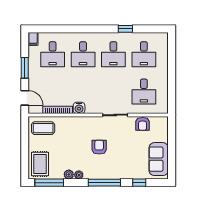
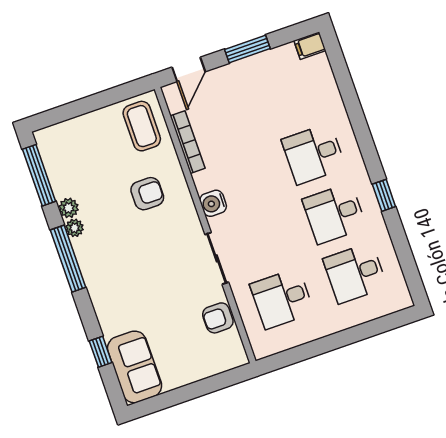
window: (125, 29) -> (384, 195), moved
desk: (53, 54) -> (293, 94), removed
water cooler: (79, 108) -> (213, 203), moved
armchair: (99, 147) -> (147, 194), moved
sofa: (159, 159) -> (135, 367), moved, turned 90
rug: (40, 164) -> (69, 144), removed
window: (104, 183) -> (68, 259), moved

